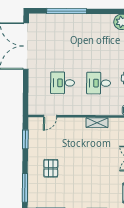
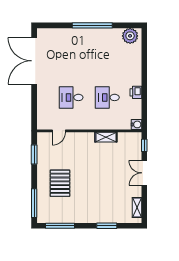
window: (67, 11) -> (92, 25), moved
pallet: (51, 168) -> (60, 183), width x1.50, depth x1.42

